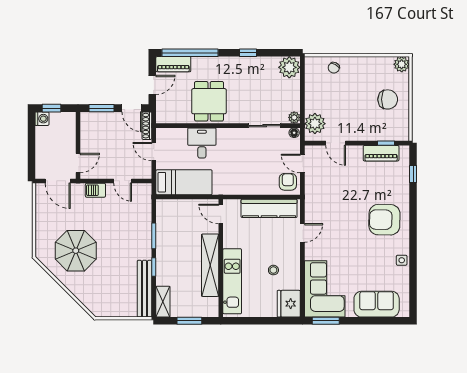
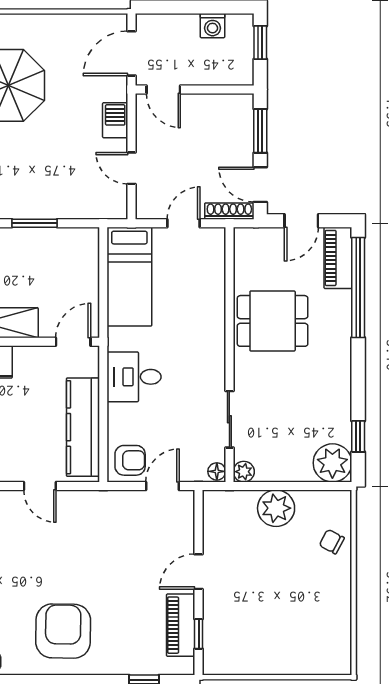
window: (248, 53) -> (358, 436), moved
plant: (402, 64) -> (338, 661), removed
door: (152, 85) -> (301, 221), hinge flipped
chair: (388, 99) -> (276, 637), removed
door: (132, 108) -> (260, 185), hinge flipped
washing machine: (42, 119) -> (213, 26), moved
plant: (315, 124) -> (276, 508), moved
desk: (202, 143) -> (134, 377), moved, turned 180
door: (336, 143) -> (199, 572), moved
door: (123, 181) -> (132, 168), hinge flipped

